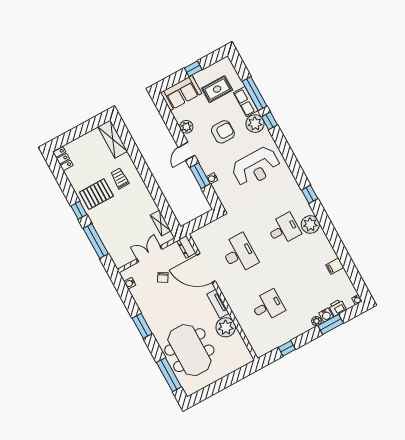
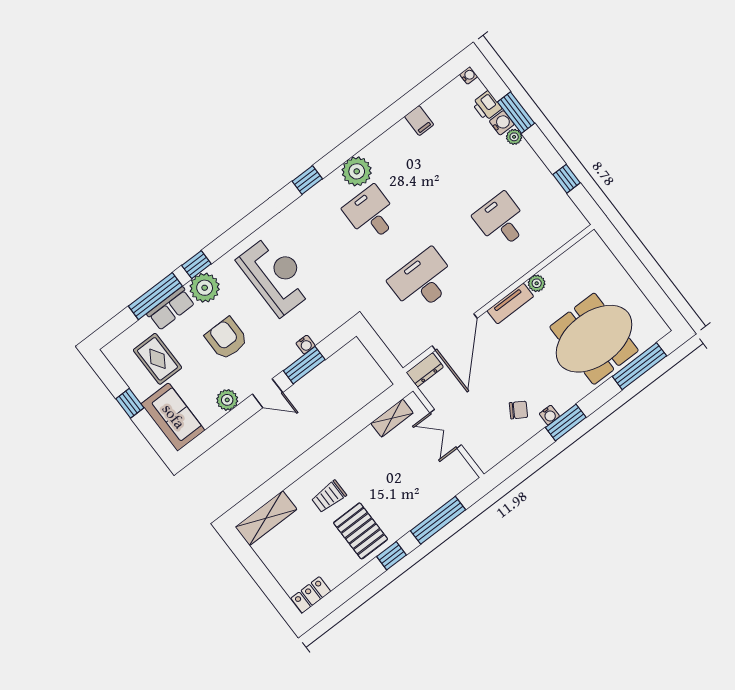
chair: (163, 277) -> (518, 410), moved
water cooler: (130, 283) -> (549, 415), moved
plant: (226, 327) -> (537, 283), width x0.53, depth x0.53

